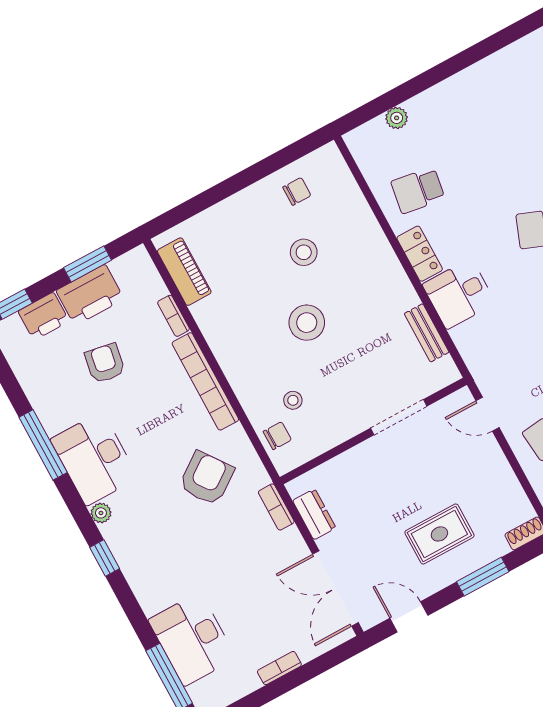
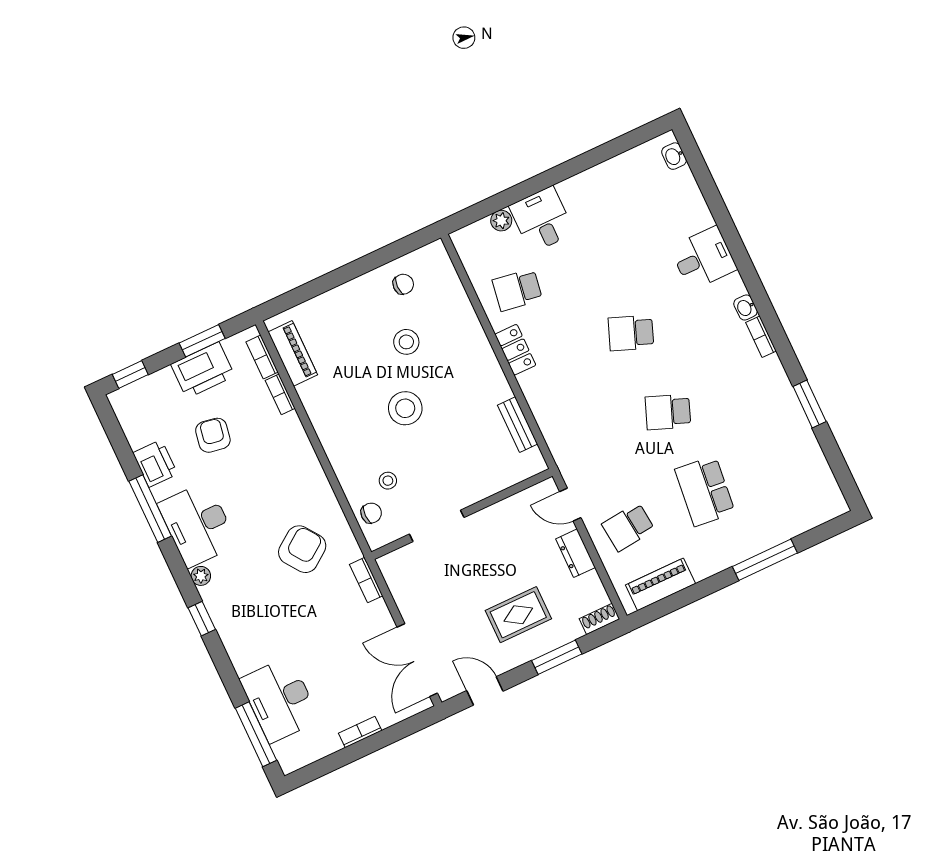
desk: (459, 294) -> (542, 220), moved, turned 90
printer: (44, 316) -> (155, 463), moved, turned -90
bookcase: (205, 381) -> (262, 357), moved, width x0.43, depth x0.76
doorway: (399, 417) -> (437, 526), moved
dresser: (314, 514) -> (575, 553), moved, turned 180

